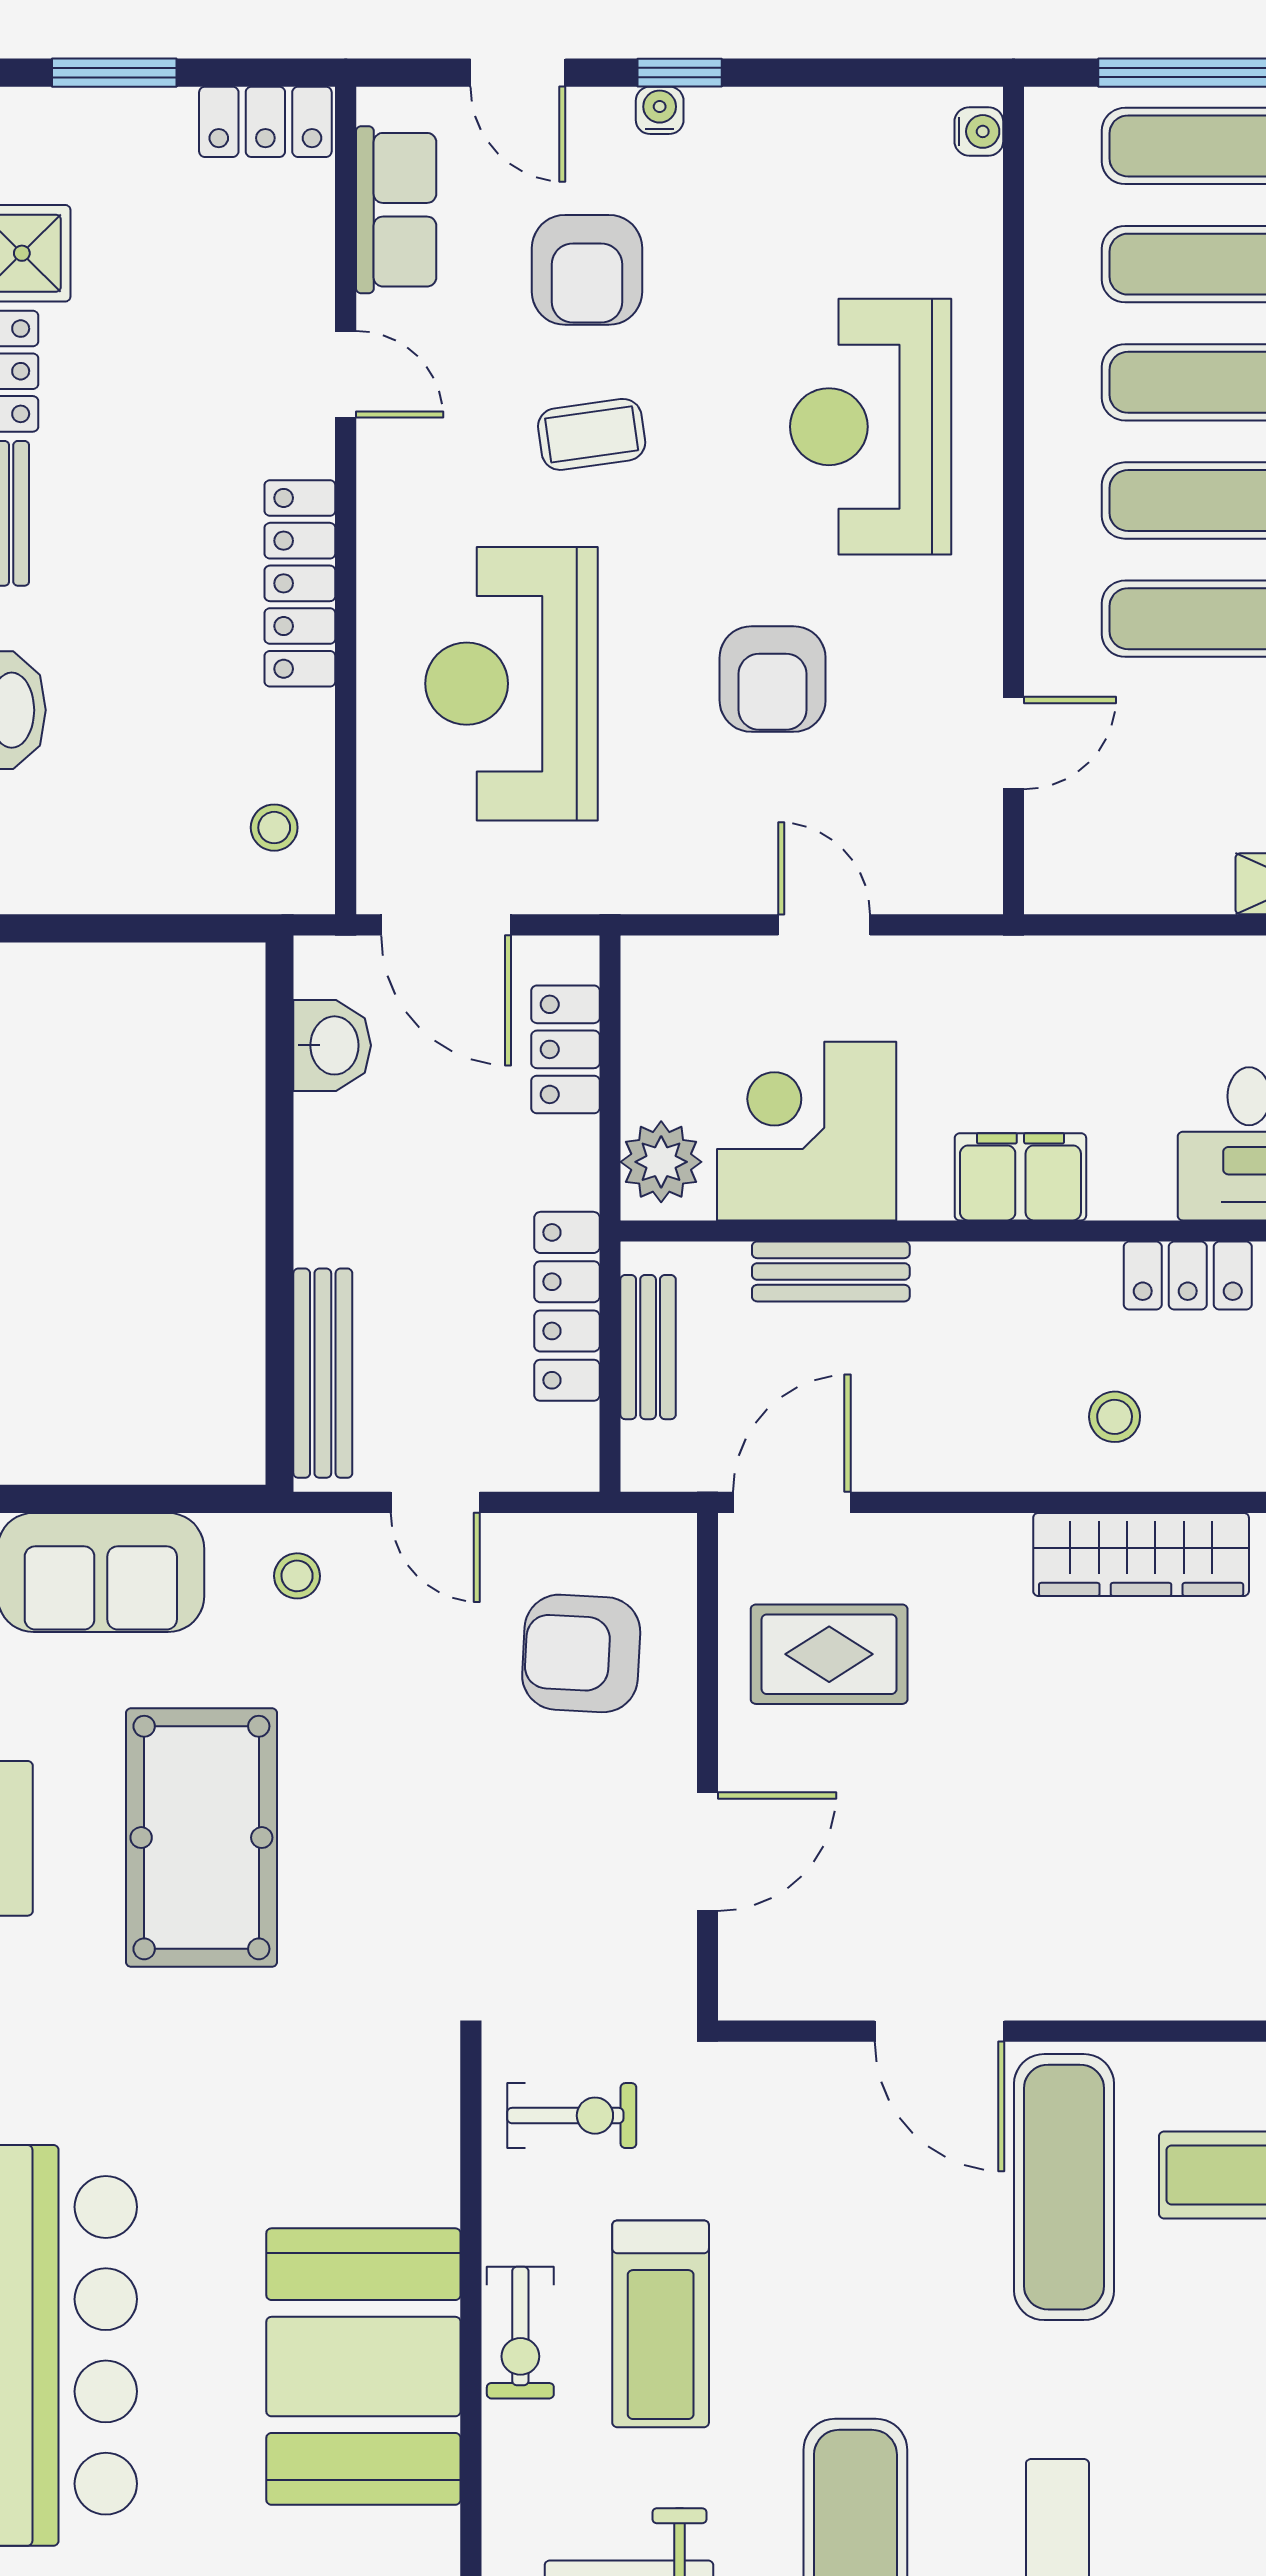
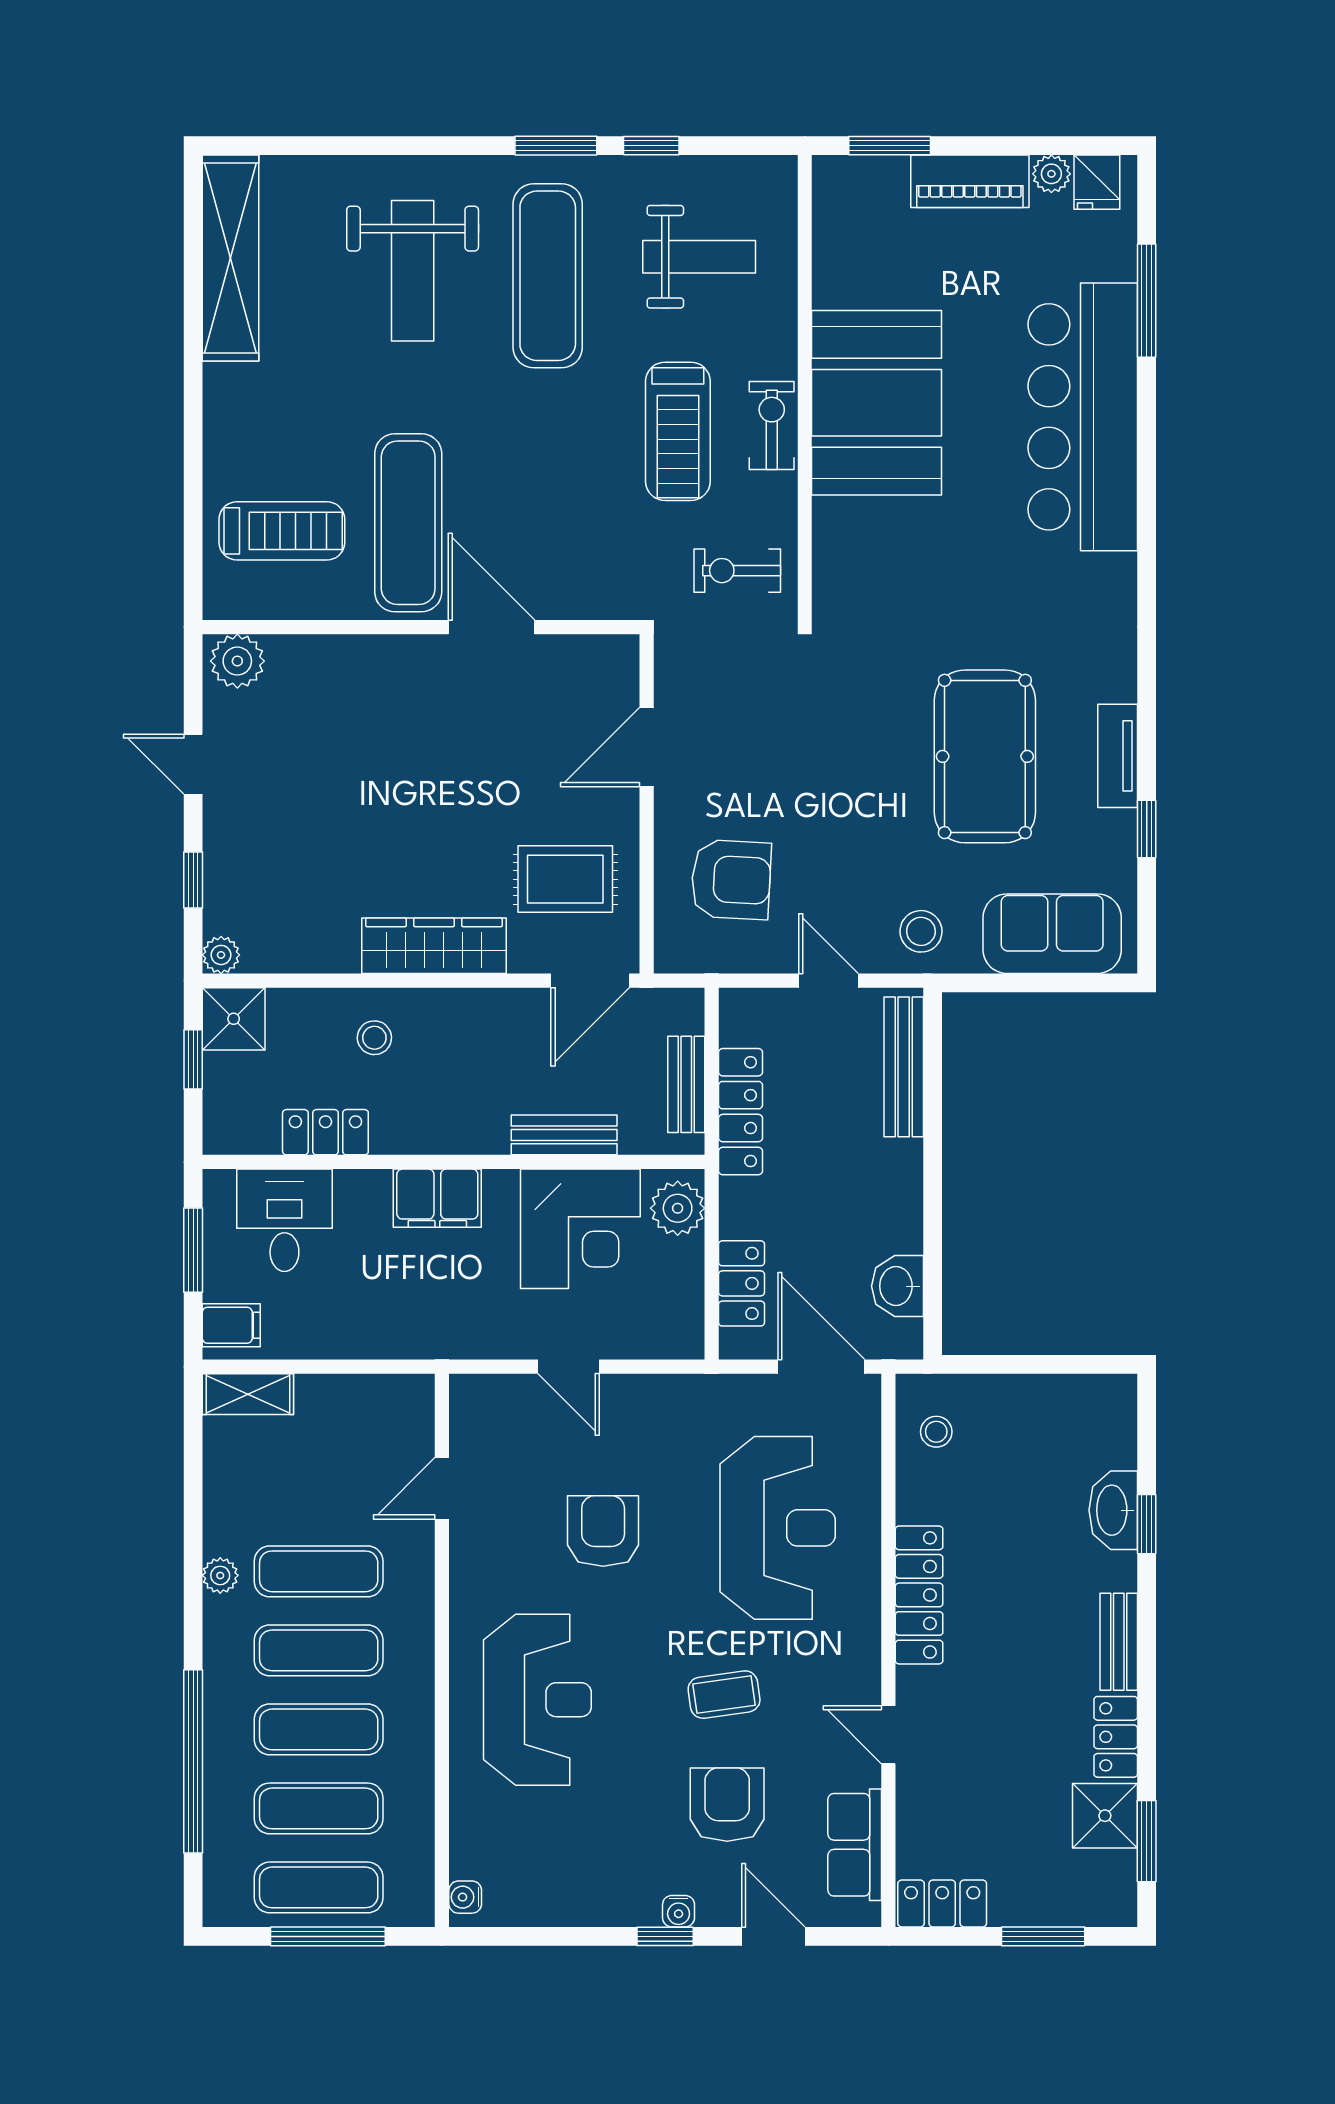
wardrobe: (1141, 1554) -> (434, 946), moved
stool: (297, 1576) -> (921, 931), width x1.37, depth x1.37
treadmill: (661, 2324) -> (678, 431), turned 180

